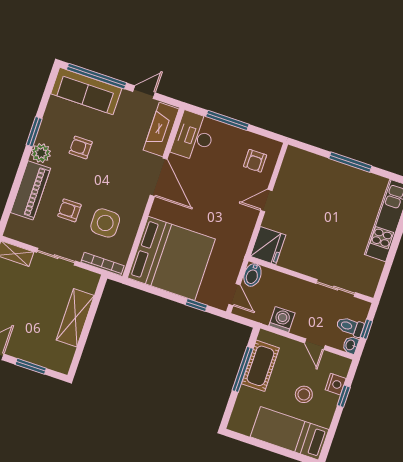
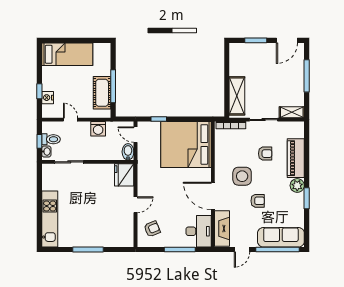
armchair: (81, 147) -> (258, 201), moved
armchair: (255, 161) -> (152, 229), turned 68
side table: (105, 223) -> (242, 176), moved
shelving: (75, 318) -> (237, 96), moved
washbasin: (351, 345) -> (46, 151), moved
stool: (304, 394) -> (66, 83), removed

